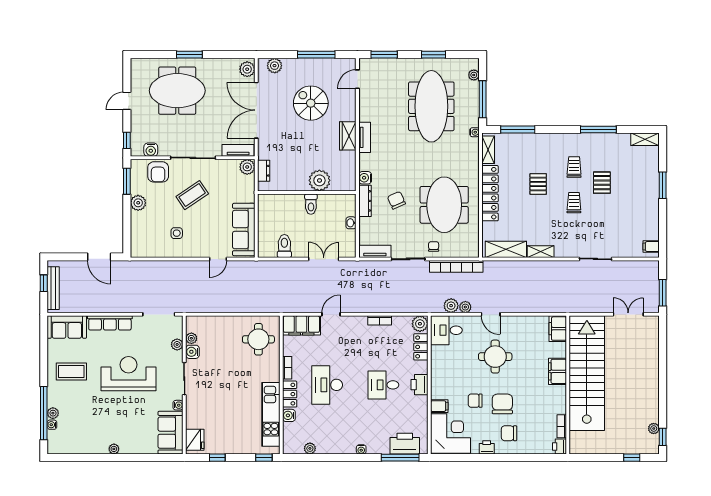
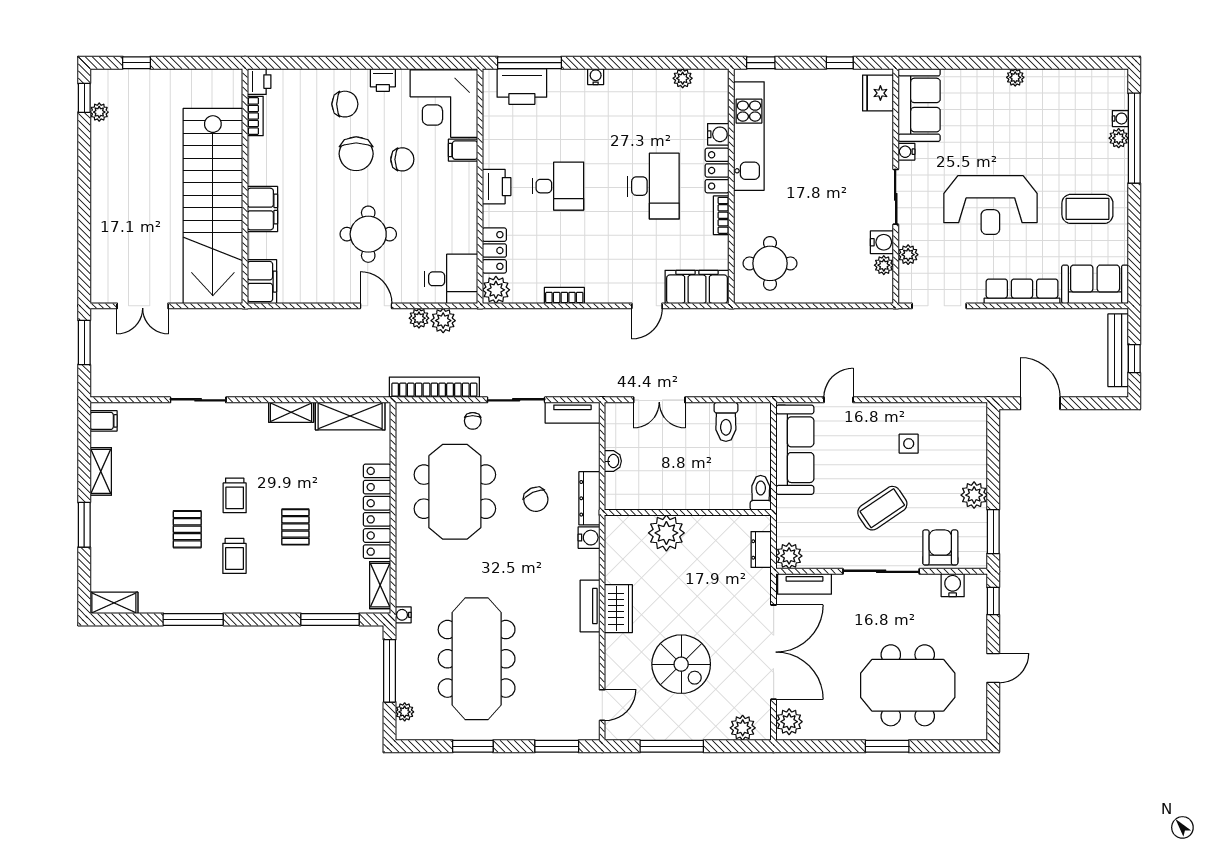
toilet: (311, 204) -> (761, 493), moved
shelving: (653, 217) -> (101, 471), added

